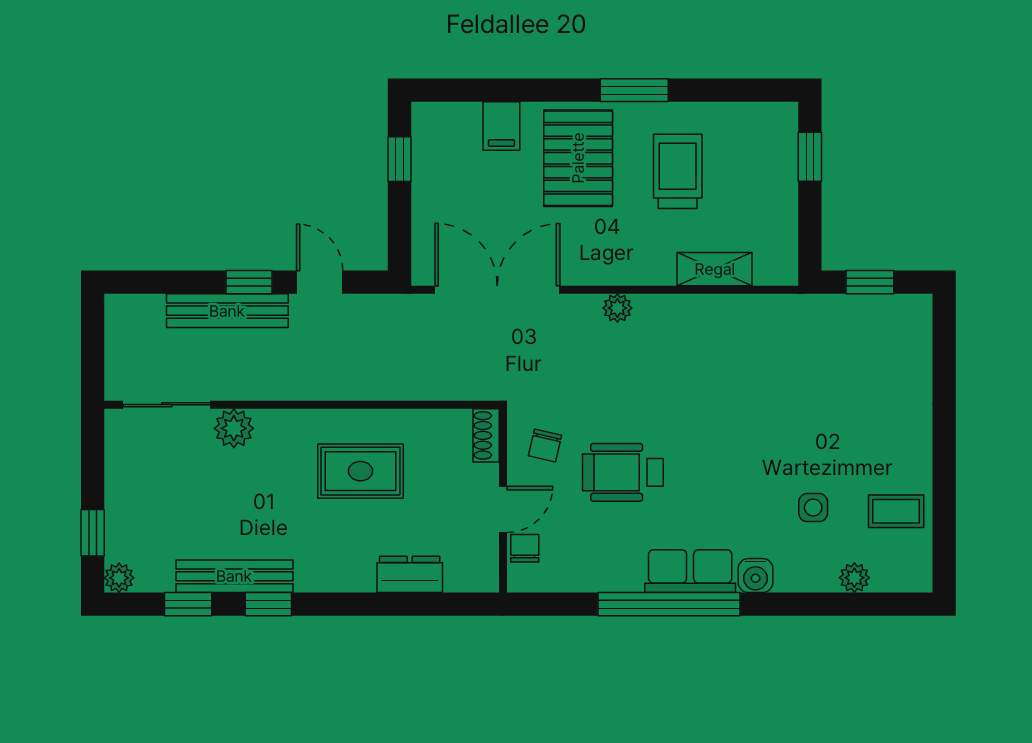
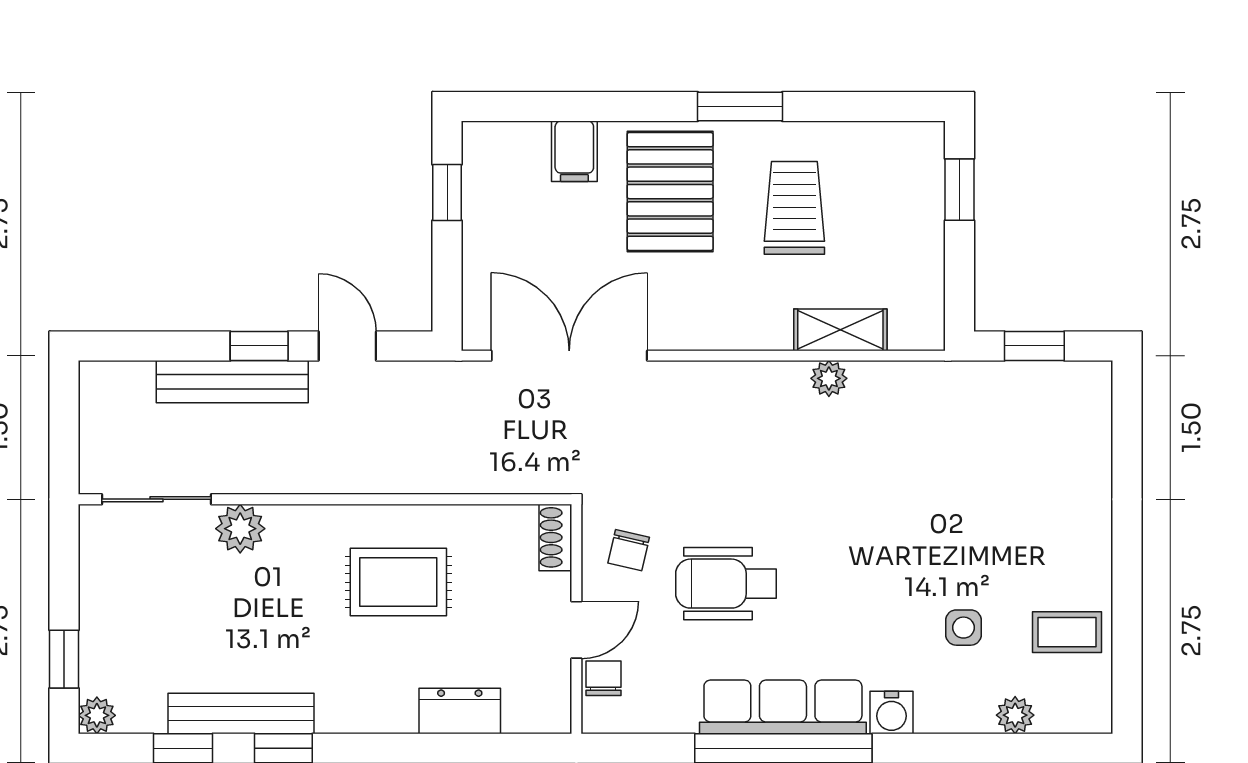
plant: (617, 308) -> (829, 378), moved
row of seats: (690, 571) -> (783, 707), width x1.48

